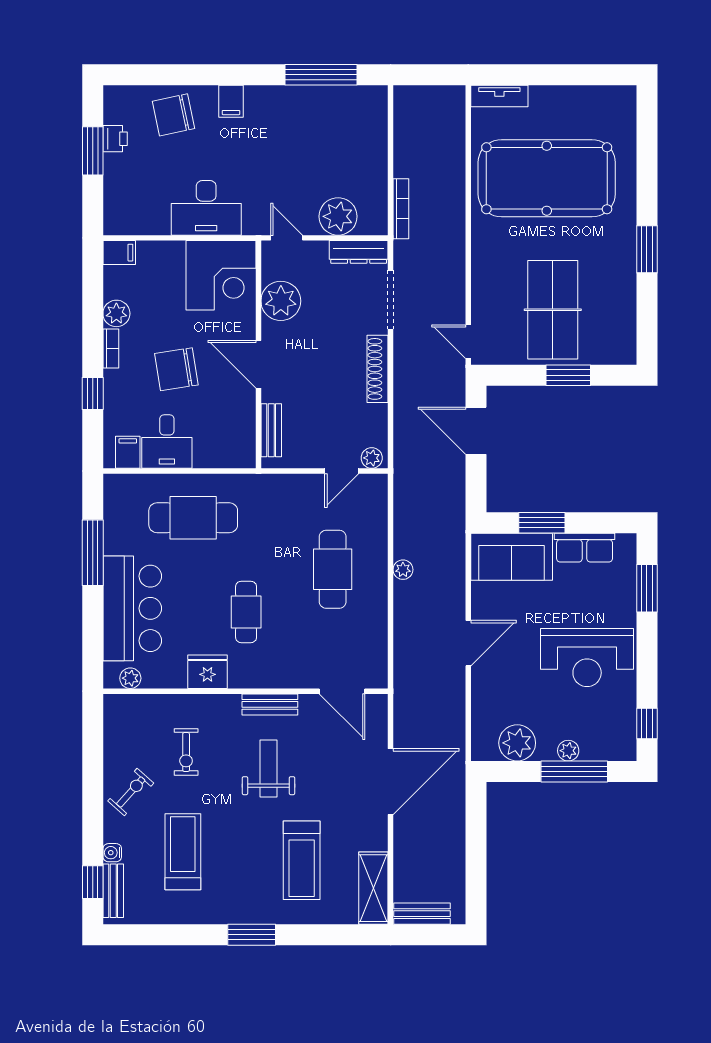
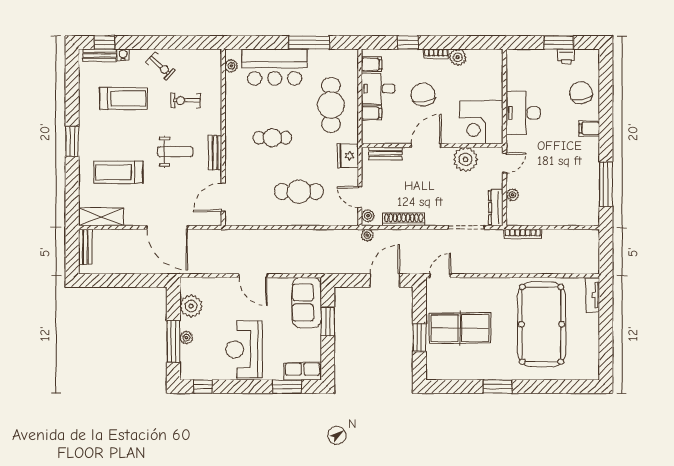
plant: (338, 216) -> (512, 195), width x0.53, depth x0.53
filing cabinet: (119, 253) -> (372, 113), moved, turned -90
shoe rack: (378, 369) -> (404, 219), moved
row of seats: (585, 548) -> (303, 371), moved, turned 90
plant: (403, 570) -> (367, 235), moved
fridge: (207, 672) -> (348, 156), moved, turned 180

